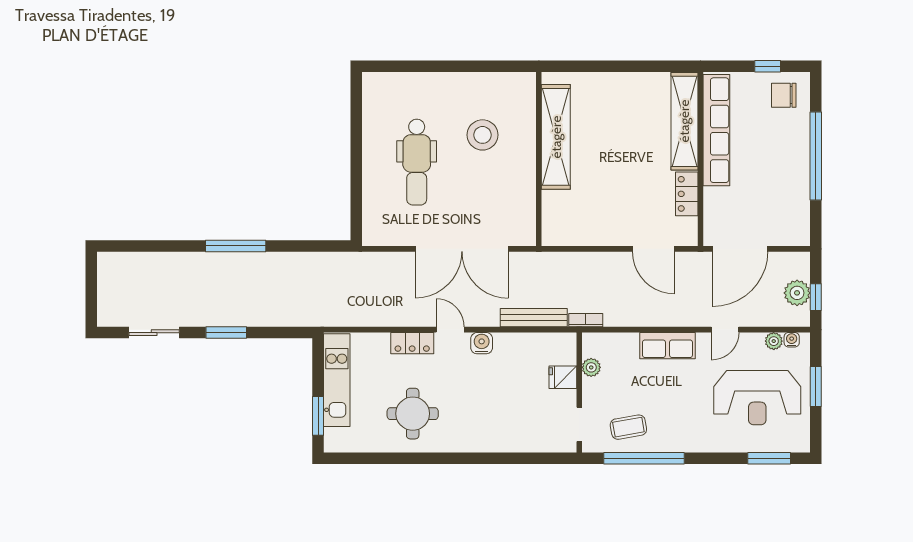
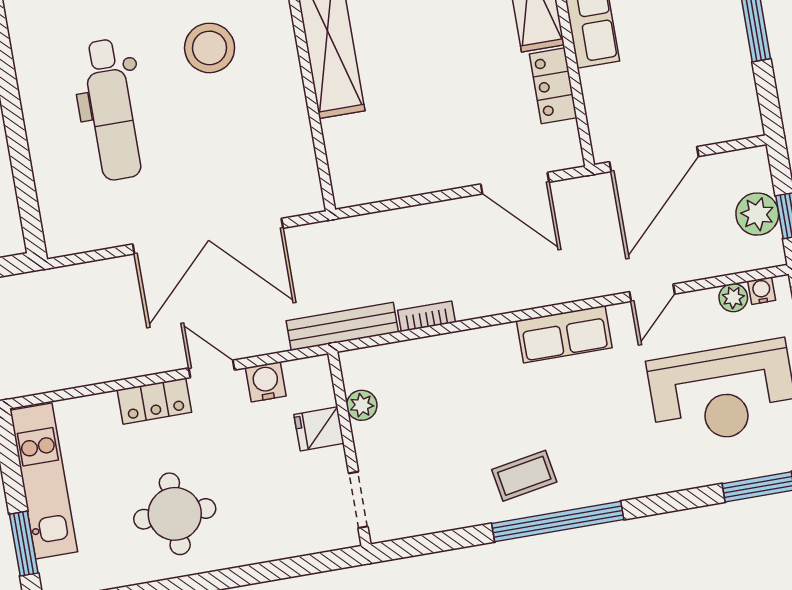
plant: (591, 367) -> (362, 405), moved
fridge: (563, 377) -> (319, 429), moved
wall: (579, 393) -> (349, 449), moved
doorway: (579, 424) -> (358, 500), moved

